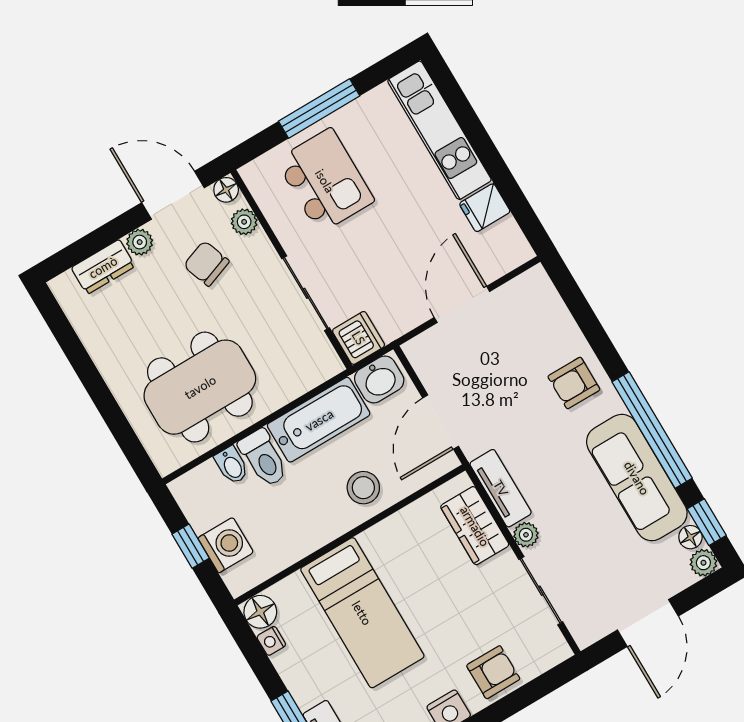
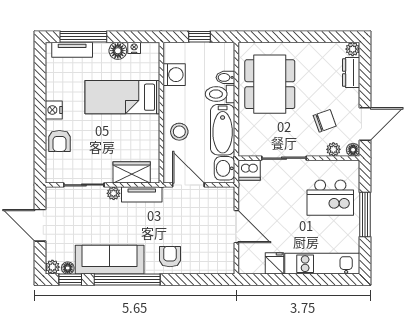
plant: (140, 242) -> (353, 49), moved
washing machine: (226, 545) -> (174, 75), moved, turned -90
floor lamp: (260, 612) -> (118, 51), moved

